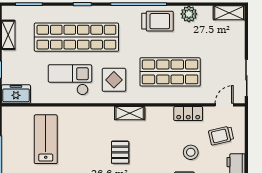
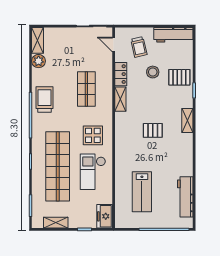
plant: (189, 14) -> (39, 61), moved
shop shelf: (170, 72) -> (86, 89), width x0.70, depth x0.74
shelving: (130, 113) -> (120, 99), moved
lab bench: (46, 139) -> (142, 192), turned -90

